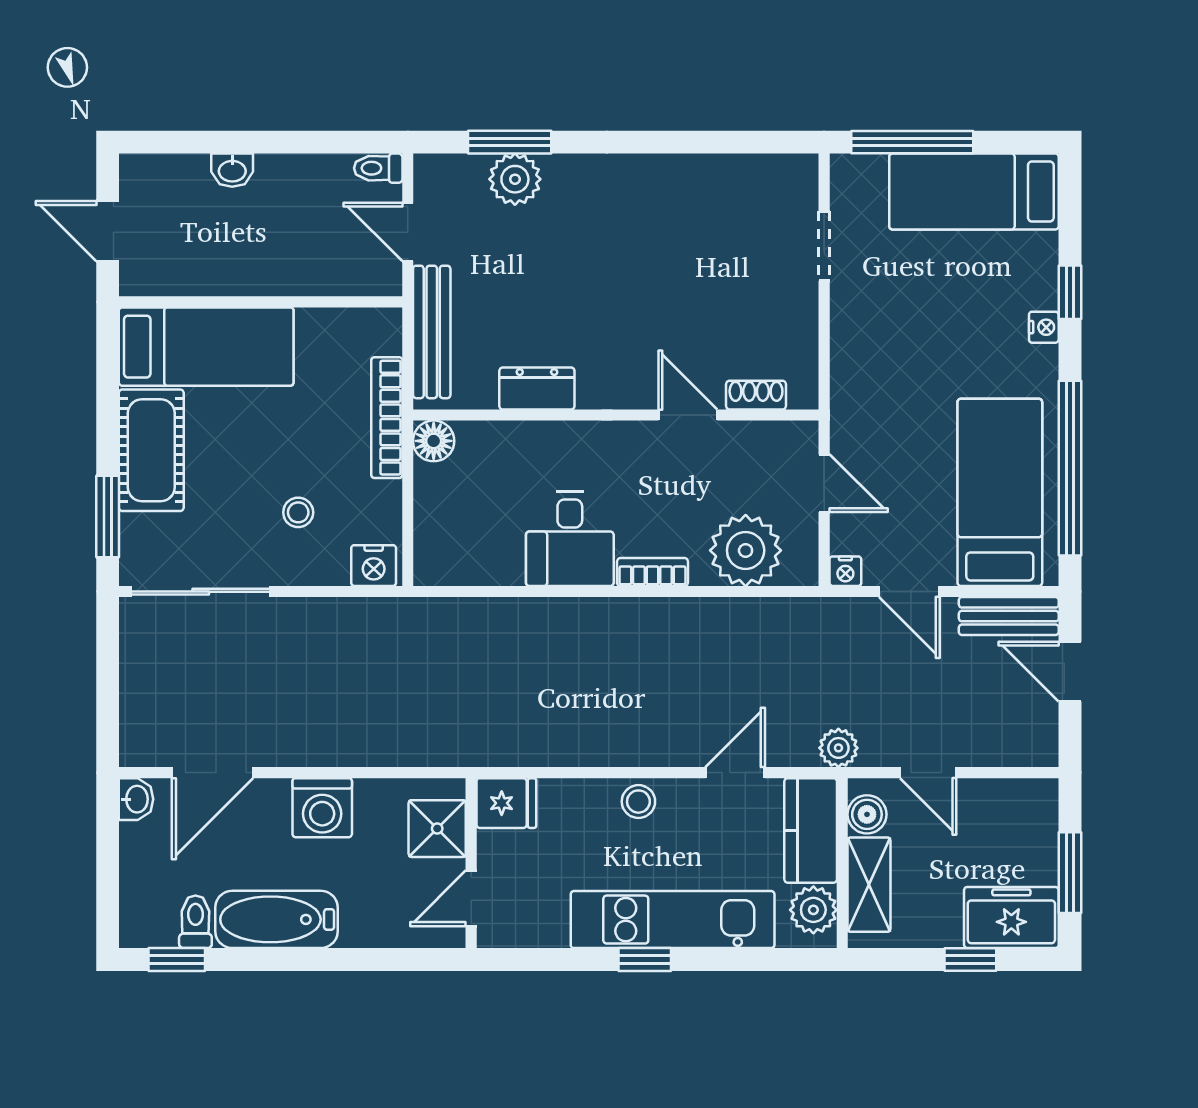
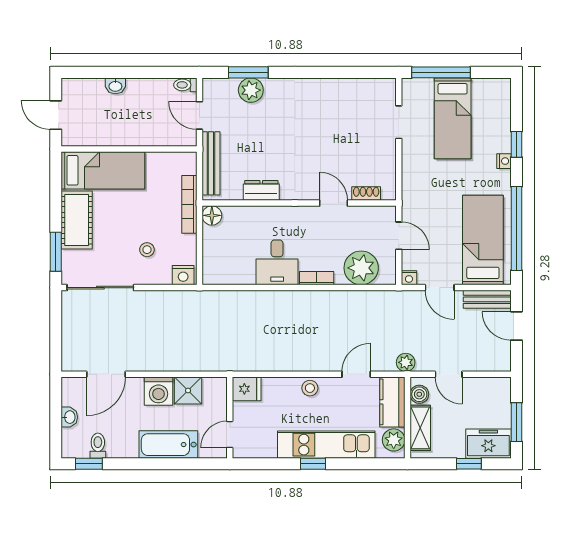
bed: (974, 191) -> (453, 118), moved, turned -90
washbasin: (136, 799) -> (69, 417), moved
shower: (437, 829) -> (188, 391), moved
bathtub: (277, 919) -> (168, 445), moved

